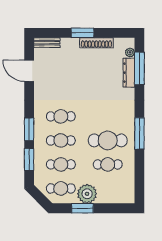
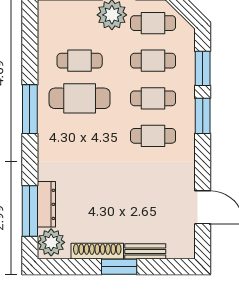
bench: (47, 43) -> (145, 251), moved
plant: (130, 52) -> (51, 242), width x1.88, depth x1.88

